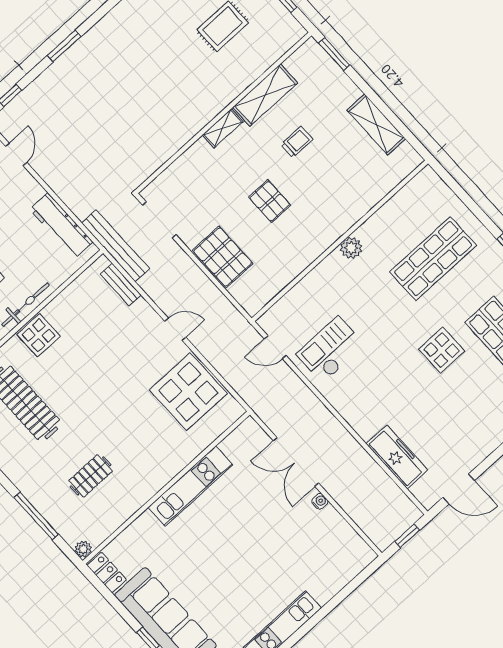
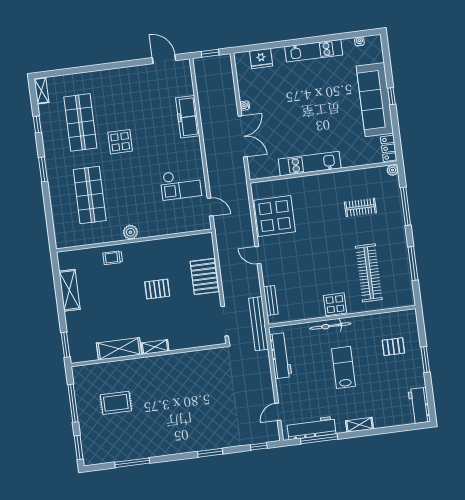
trolley: (297, 142) -> (113, 258), moved
pallet: (270, 201) -> (157, 289), turned 90
shop shelf: (433, 259) -> (90, 195), turned 90
freezer: (397, 457) -> (188, 117), moved
fridge: (340, 573) -> (261, 59), added

